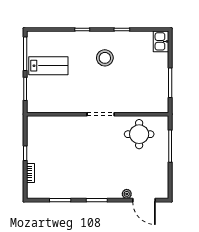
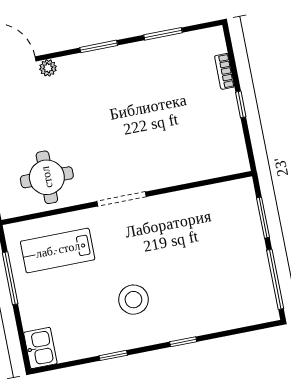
lab bench: (48, 66) -> (58, 250), moved

